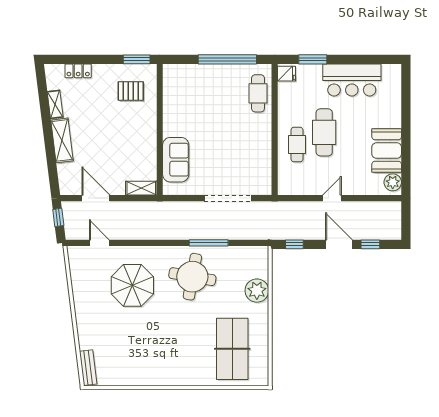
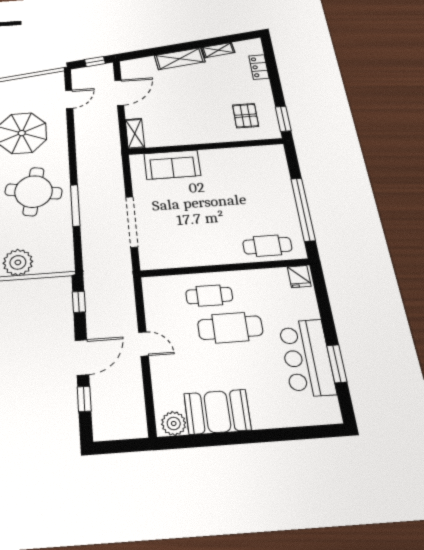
window: (313, 59) -> (337, 364), moved

